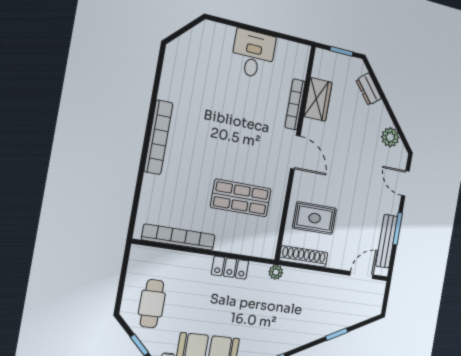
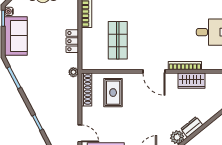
dresser: (369, 89) -> (192, 127), moved
door: (295, 152) -> (154, 71), hinge flipped

